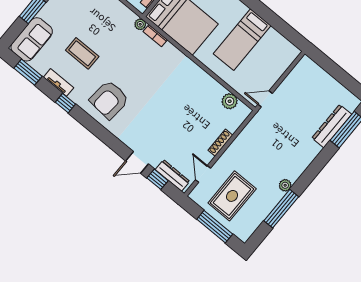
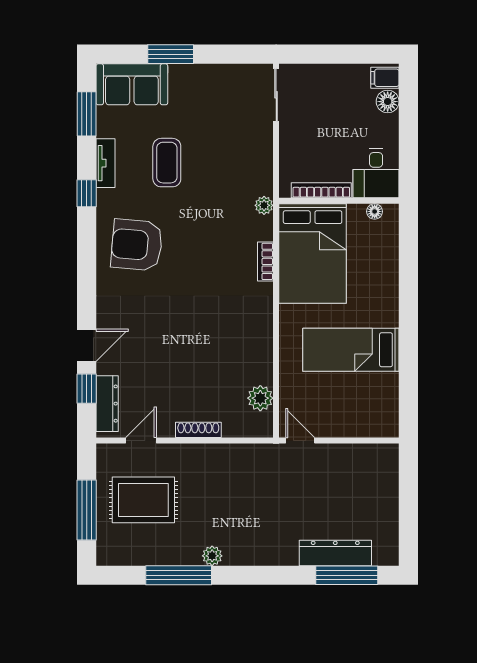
bookcase: (155, 36) -> (265, 261), moved
door: (137, 162) -> (87, 345), swing flipped

